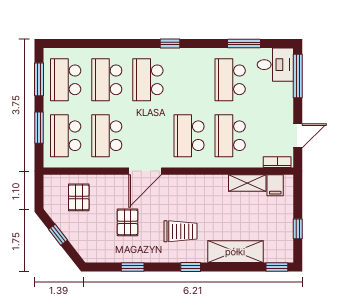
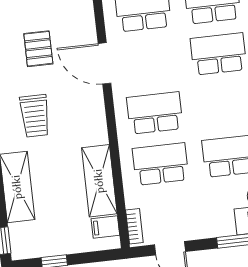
shelving: (247, 183) -> (99, 181), width x1.50, depth x1.33
pallet: (128, 222) -> (38, 49), turned 90

